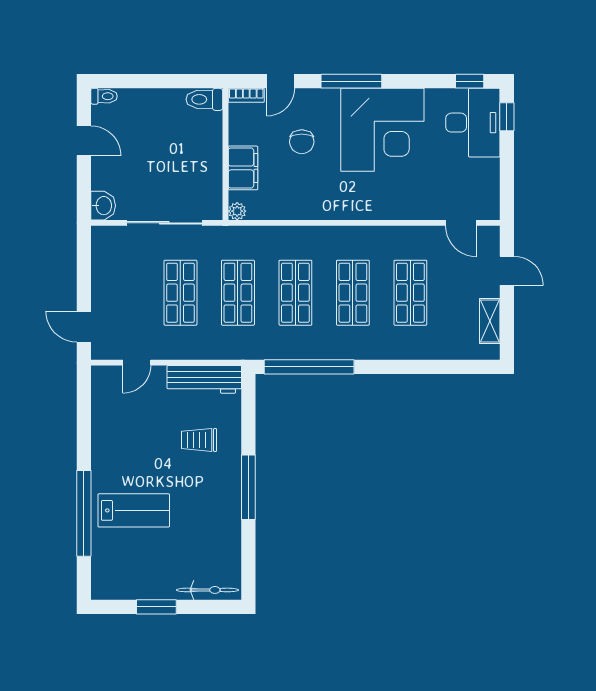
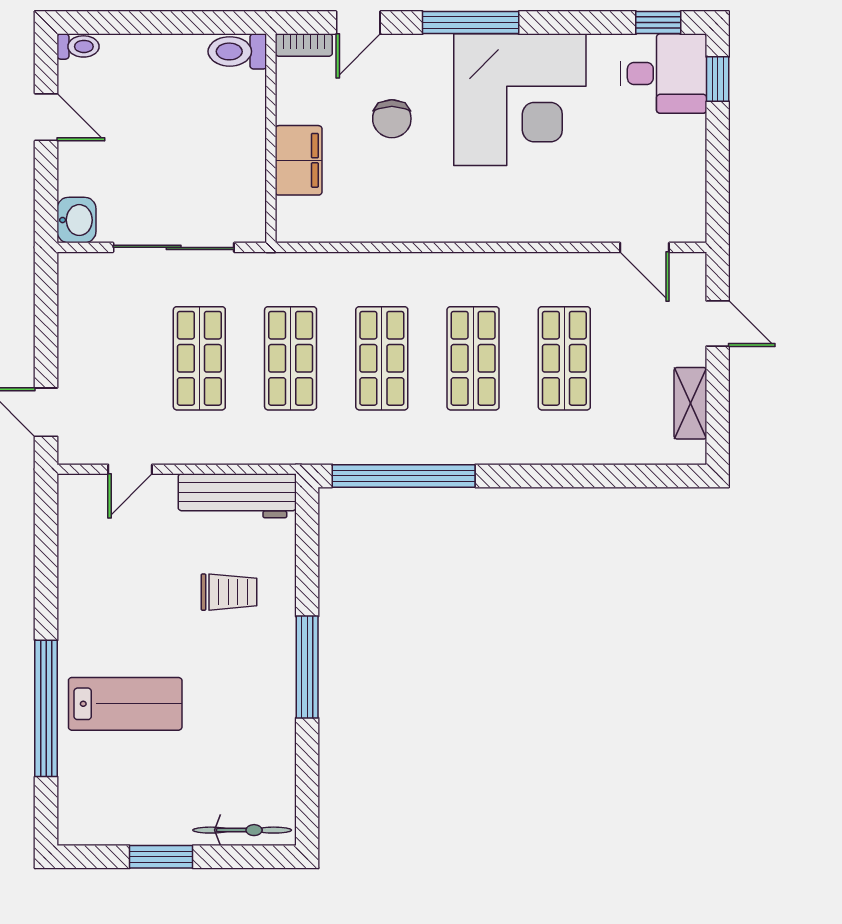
desk: (473, 123) -> (664, 73), width x0.73
plant: (237, 211) -> (289, 229), removed
trolley: (199, 440) -> (229, 592), turned 180

